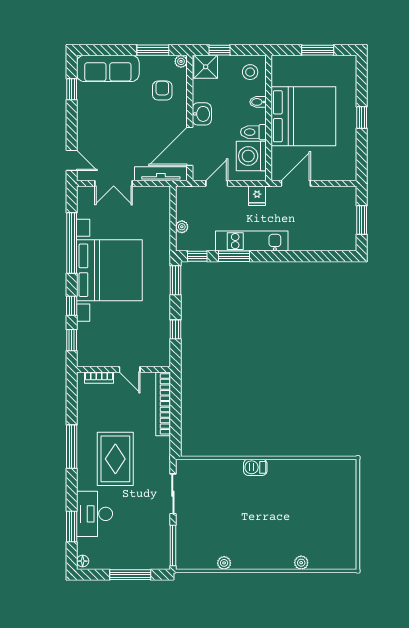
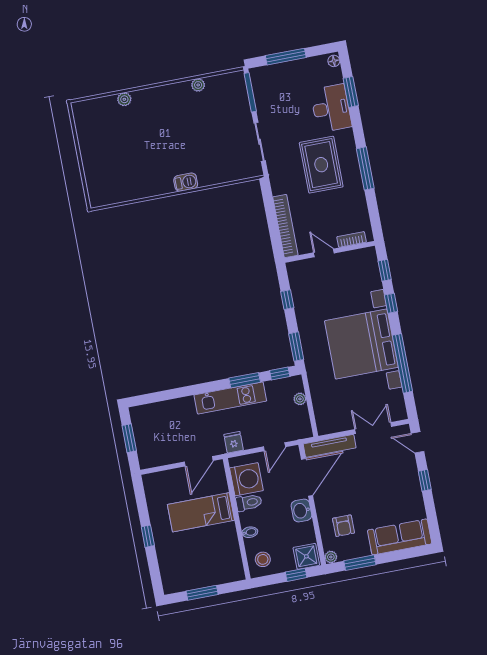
window: (72, 89) -> (425, 480), moved
bed: (303, 116) -> (201, 512), width x0.49

